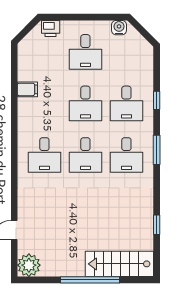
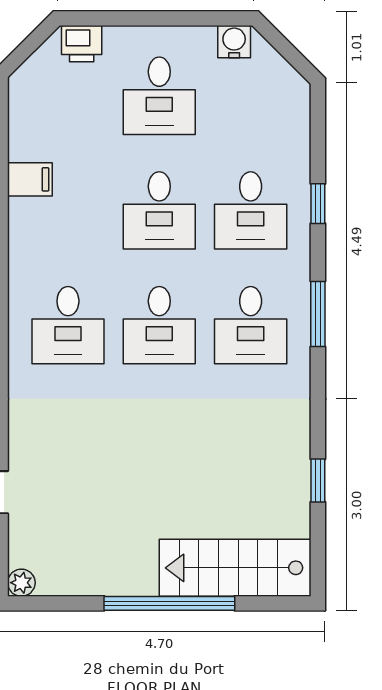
plant: (29, 265) -> (21, 583), width x0.53, depth x0.53

